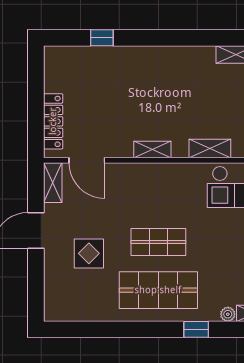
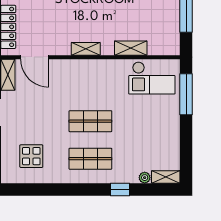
display table: (89, 253) -> (31, 156), moved
shop shelf: (158, 290) -> (90, 159), width x0.70, depth x0.74

